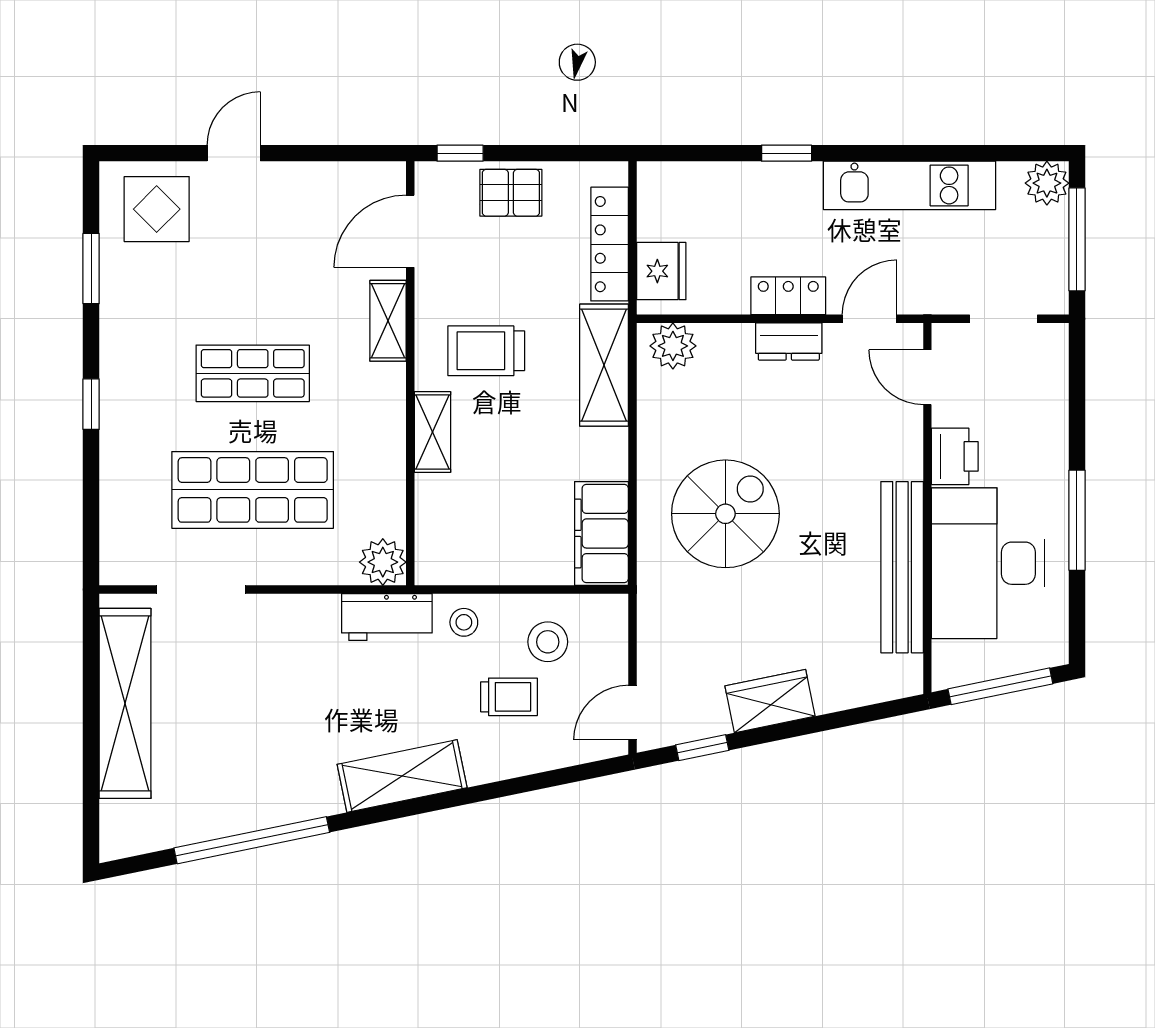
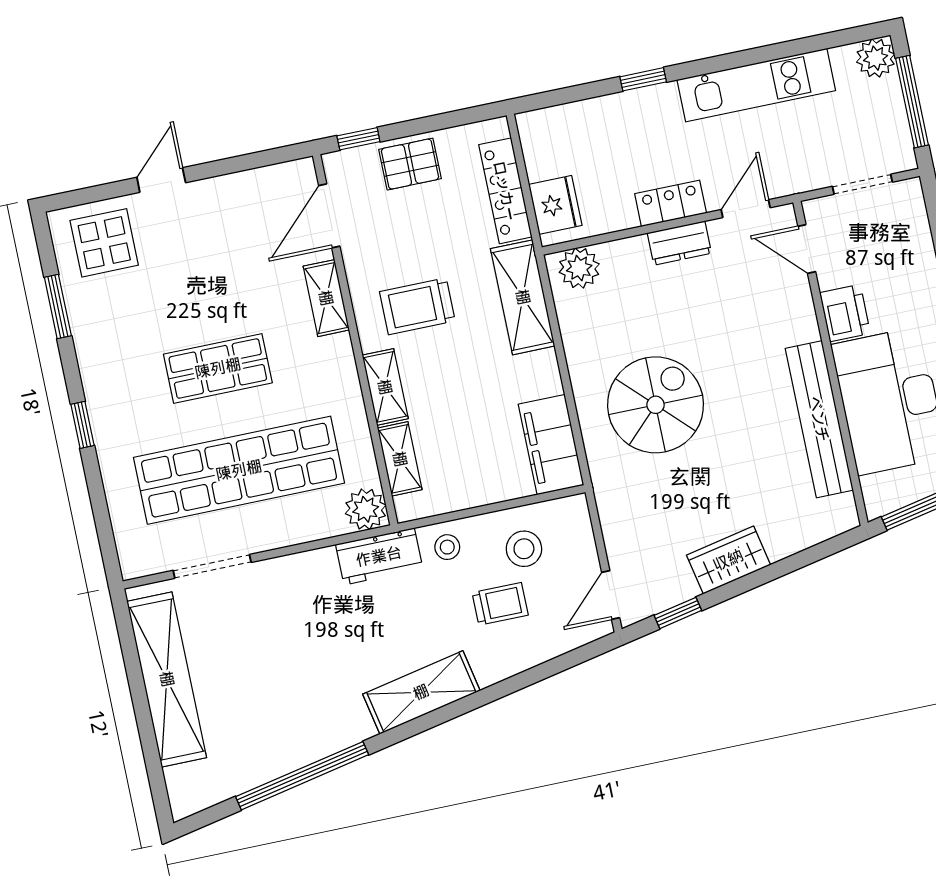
shop shelf: (253, 490) -> (239, 470), width x1.40
shelving: (432, 514) -> (400, 459), added

